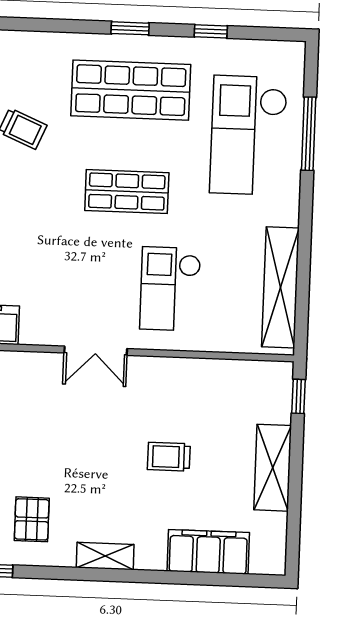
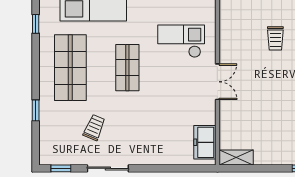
window: (130, 28) -> (36, 110), moved
checkout: (170, 289) -> (181, 41), turned 180

